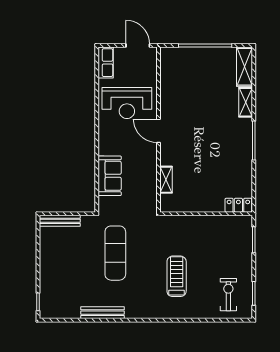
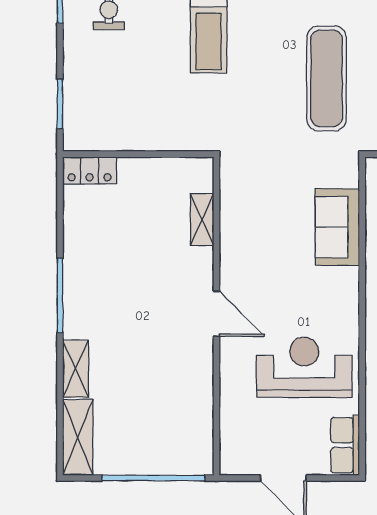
wall: (158, 130) -> (216, 316), moved
door: (158, 131) -> (216, 314), moved
shelving: (166, 180) -> (202, 220), moved

